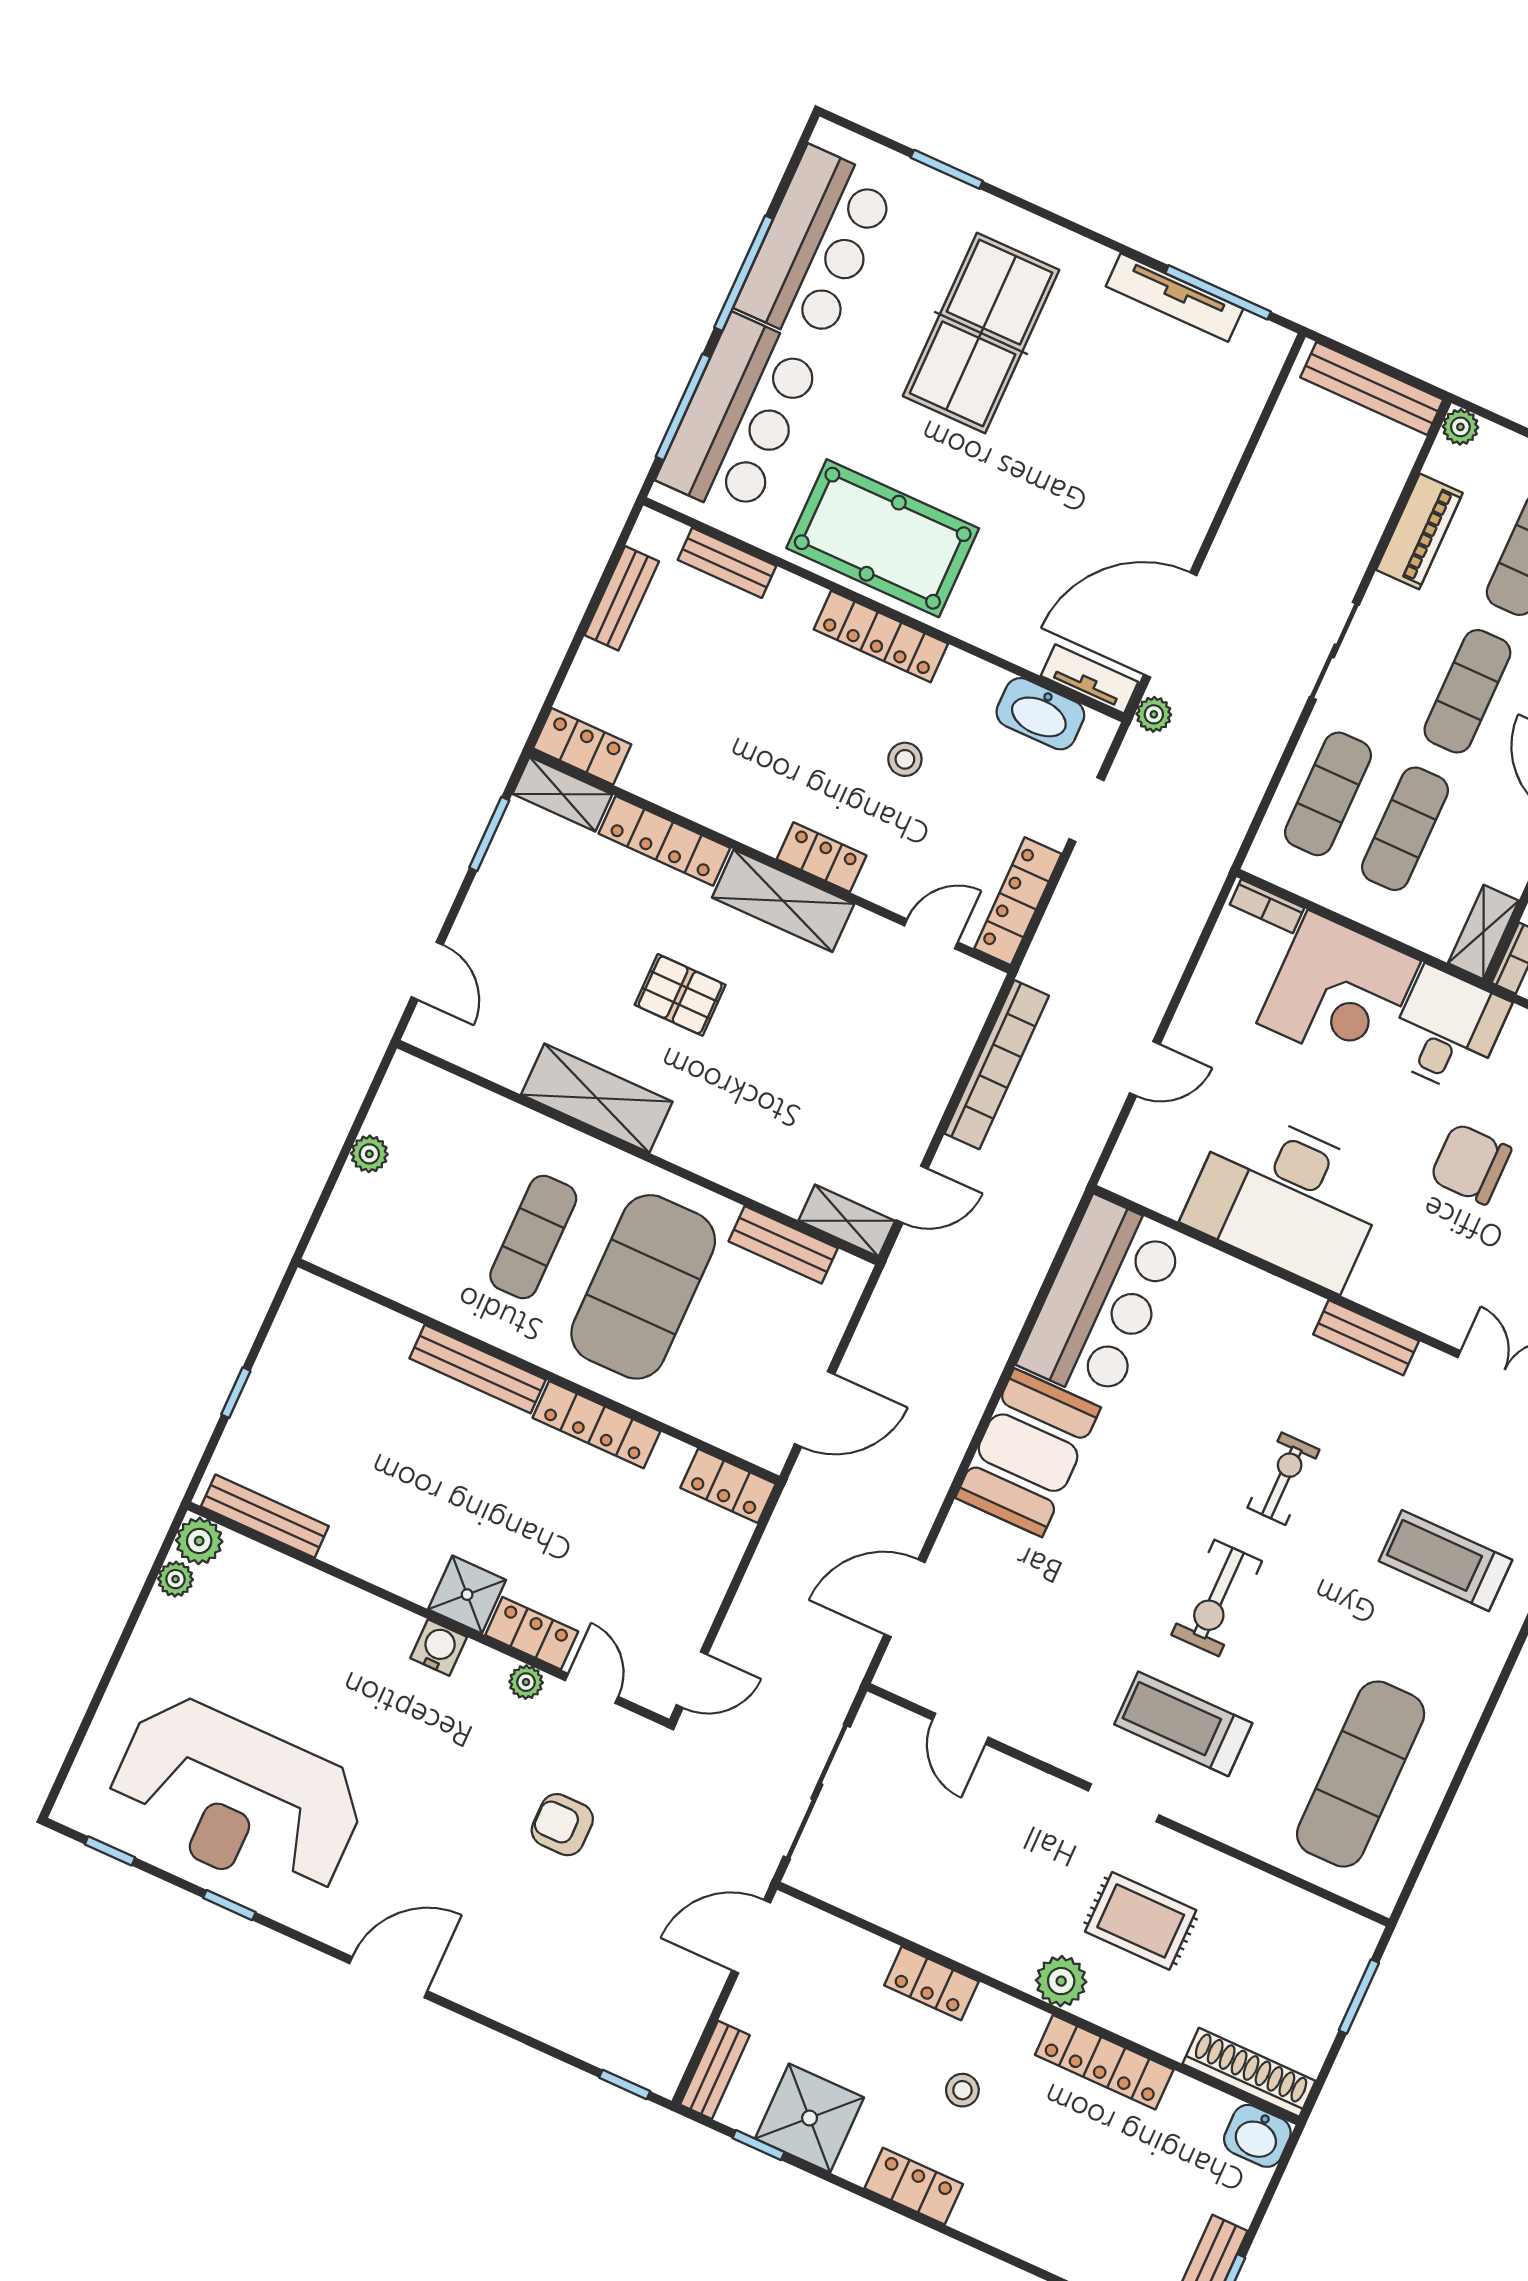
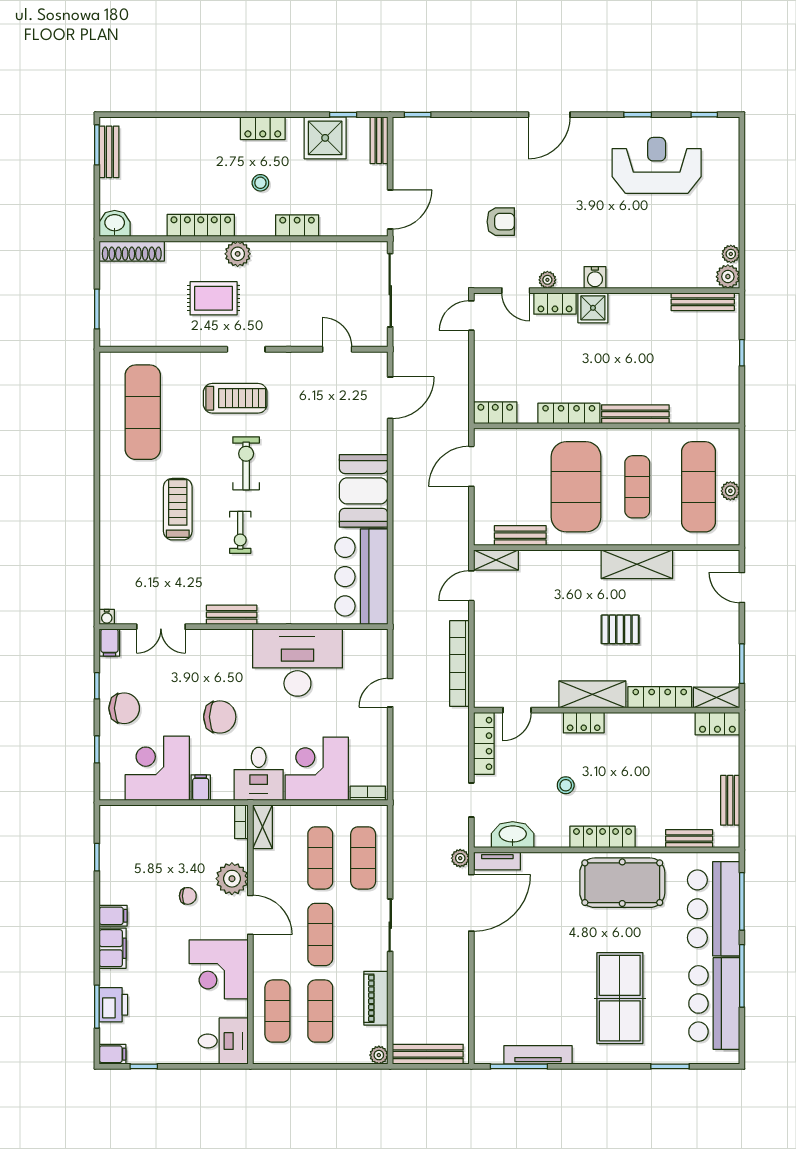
exercise mat: (423, 1187) -> (698, 487), added
treadmill: (1445, 1560) -> (178, 509), moved, turned -90
reception desk: (237, 1798) -> (657, 165), width x0.74, depth x0.77

